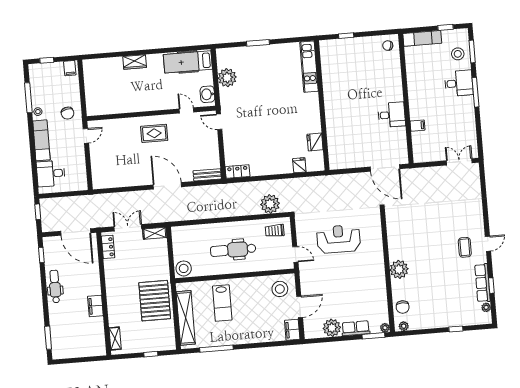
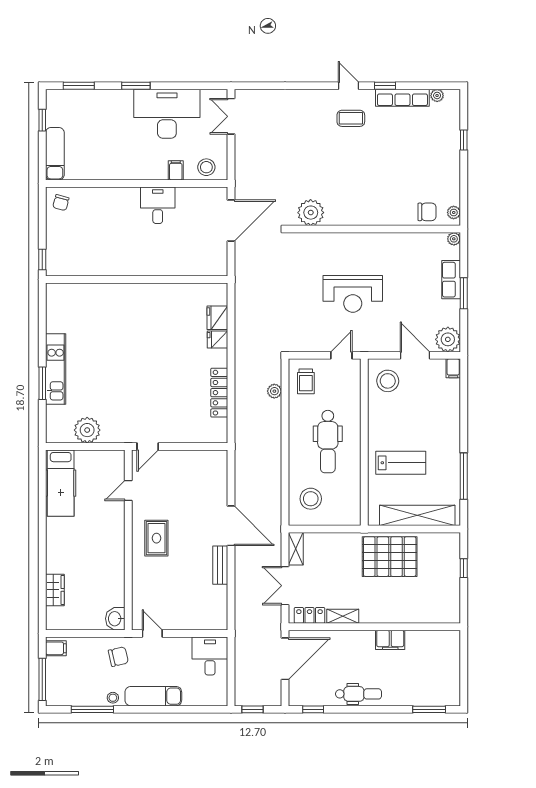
stool: (458, 54) -> (206, 167), moved
window: (47, 60) -> (42, 679), width x2.17
wardrobe: (135, 62) -> (55, 590), moved
kitchen unit: (309, 67) -> (56, 369), moved, turned -90
desk: (459, 83) -> (167, 114), moved, width x1.87, depth x1.30
window: (476, 92) -> (136, 86), width x0.69
washbasin: (207, 94) -> (115, 619), moved, turned 90
wall: (322, 105) -> (137, 280), moved
fridge: (315, 142) -> (217, 318), moved, turned 90
locker: (238, 172) -> (219, 393), moved, width x1.53
desk: (51, 174) -> (210, 656), moved, turned 180
bench: (207, 175) -> (220, 565), moved
door: (167, 186) -> (231, 526), swing flipped
plant: (270, 204) -> (274, 391), width x0.53, depth x0.53
reception desk: (339, 239) -> (353, 294), moved, turned -90
stool: (184, 268) -> (311, 499), moved
plant: (399, 269) -> (311, 213), moved
dental chair: (55, 286) -> (358, 694), turned 180
window: (491, 286) -> (385, 86), moved
plant: (332, 328) -> (448, 339), moved
filing cabinet: (292, 330) -> (453, 368), width x0.50
window: (373, 336) -> (464, 293), moved
shelving: (115, 339) -> (343, 616), moved

